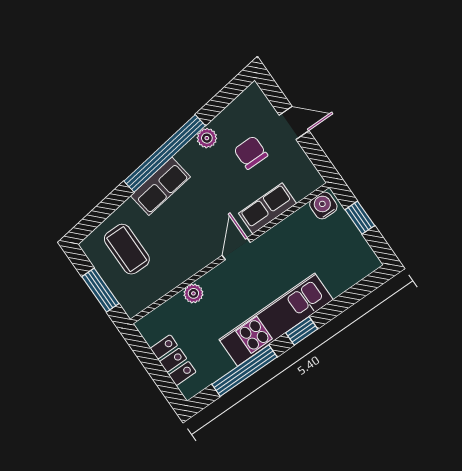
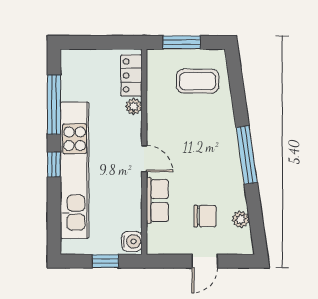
plant: (207, 138) -> (241, 219), moved
window: (165, 153) -> (247, 155), width x0.68
row of seats: (160, 186) -> (226, 136), removed
kitchen unit: (276, 320) -> (75, 170), width x1.36
locker: (173, 360) -> (131, 75), moved, turned 90

